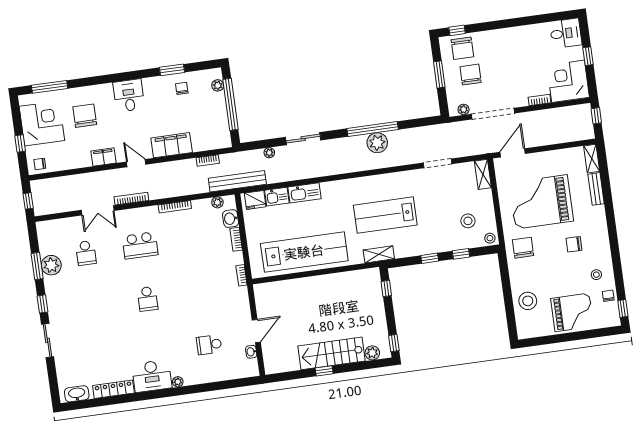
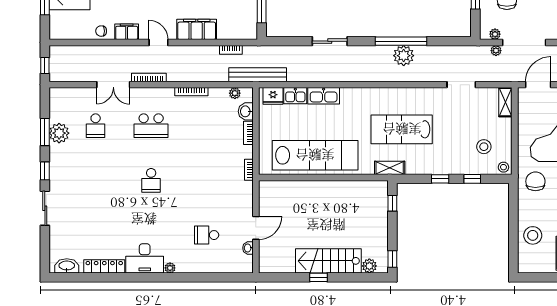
plant: (269, 153) -> (496, 51), moved
chair: (40, 164) -> (101, 31), moved

